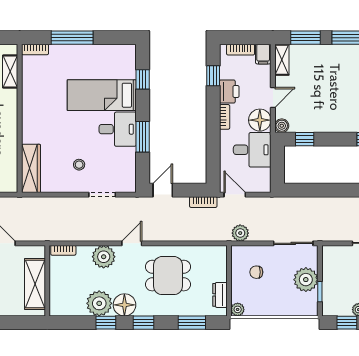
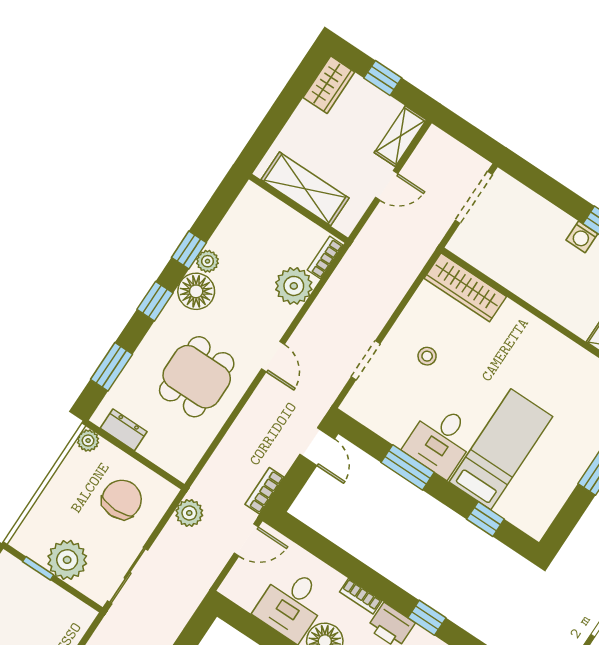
plant: (104, 257) -> (294, 286), moved
chair: (256, 272) -> (122, 500), width x1.87, depth x1.87
plant: (99, 303) -> (208, 261), width x0.53, depth x0.53

